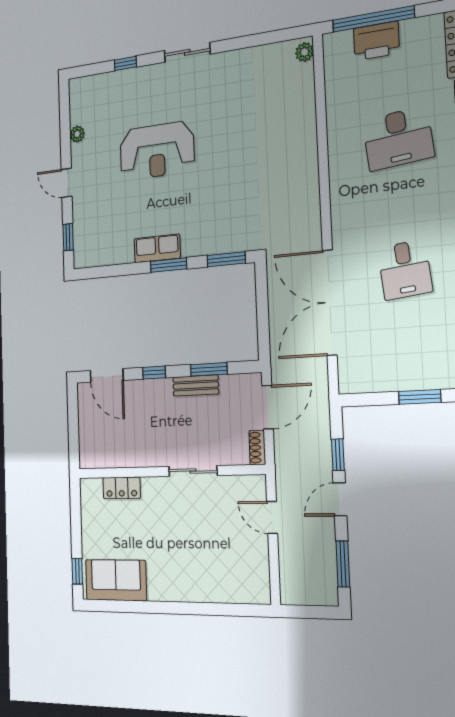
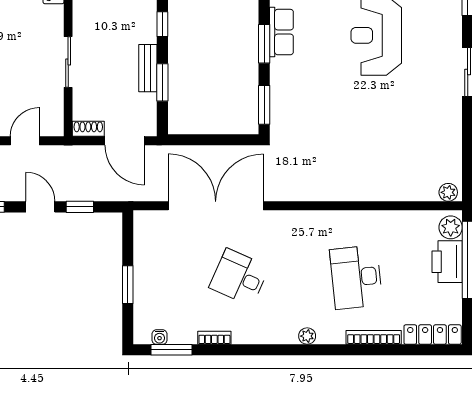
plant: (340, 43) -> (451, 227), added
desk: (405, 270) -> (239, 277), turned 30

